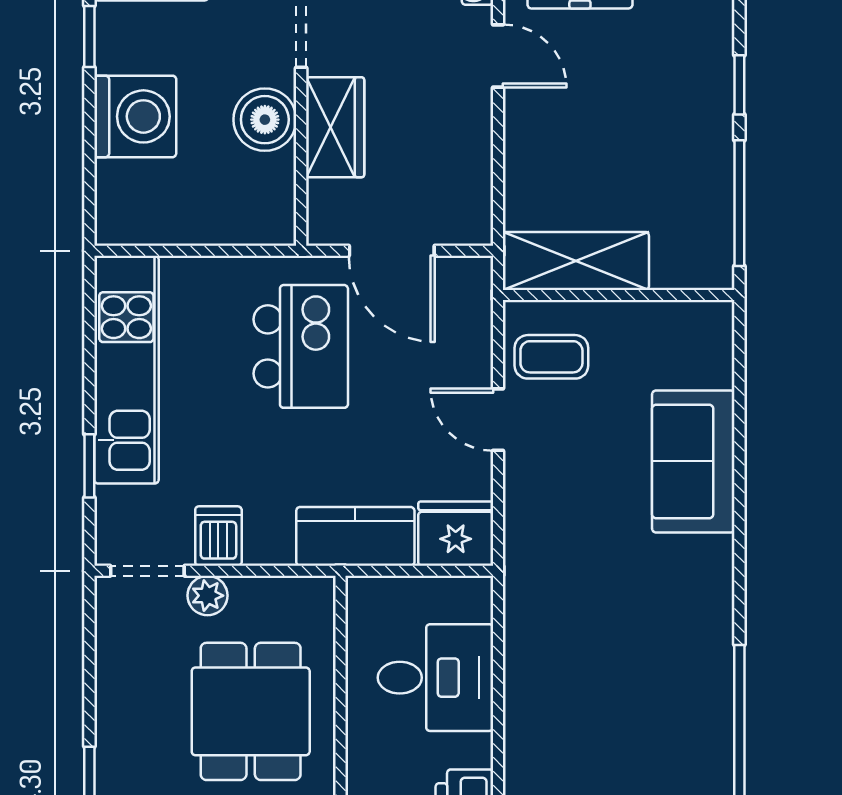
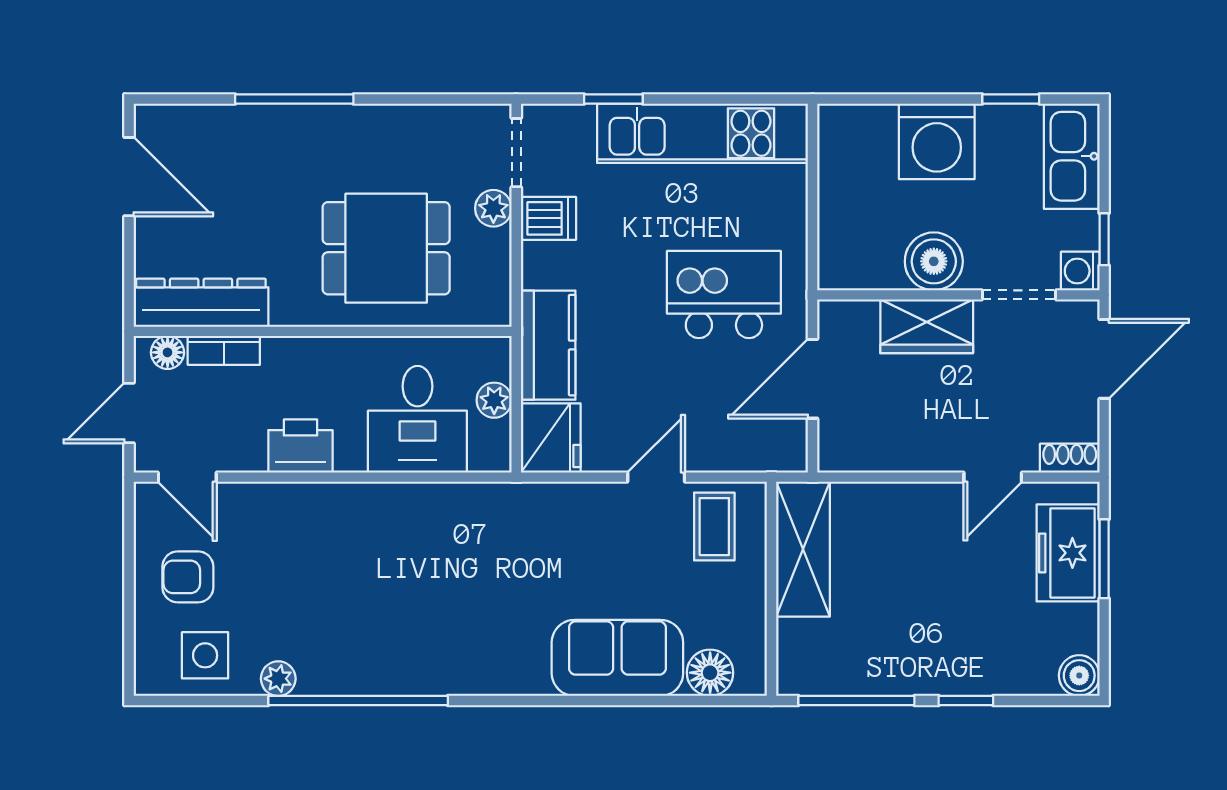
kitchen island: (301, 346) -> (724, 295), turned 180
floor lamp: (709, 361) -> (710, 673), added
plant: (415, 595) -> (494, 400), added

